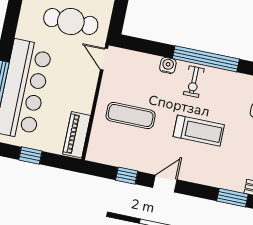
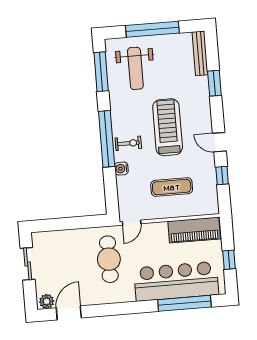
exercise mat: (131, 116) -> (172, 187), turned 90
treadmill: (199, 131) -> (168, 127), width x1.37, depth x1.38
piano: (77, 135) -> (194, 230), width x1.37, depth x1.33

